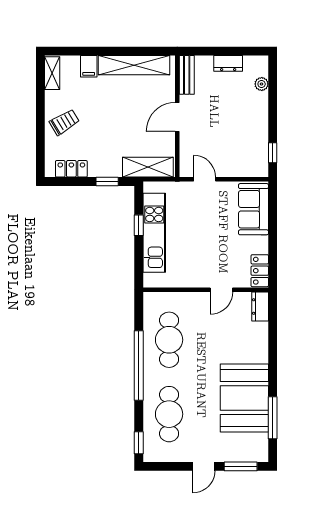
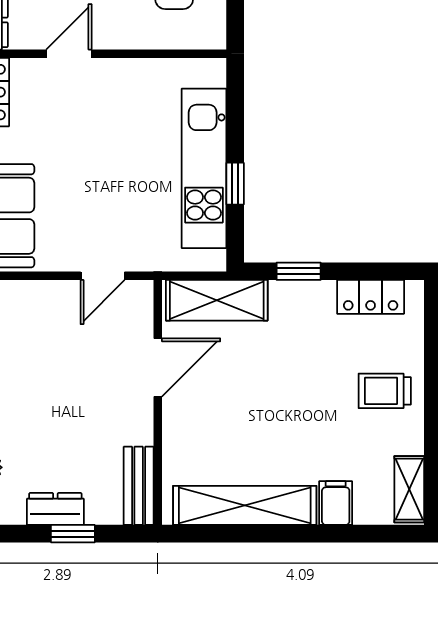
window: (219, 51) -> (73, 534), added
door: (177, 117) -> (158, 367), moved
trolley: (64, 122) -> (385, 391), turned 31
door: (205, 179) -> (103, 276), hinge flipped

